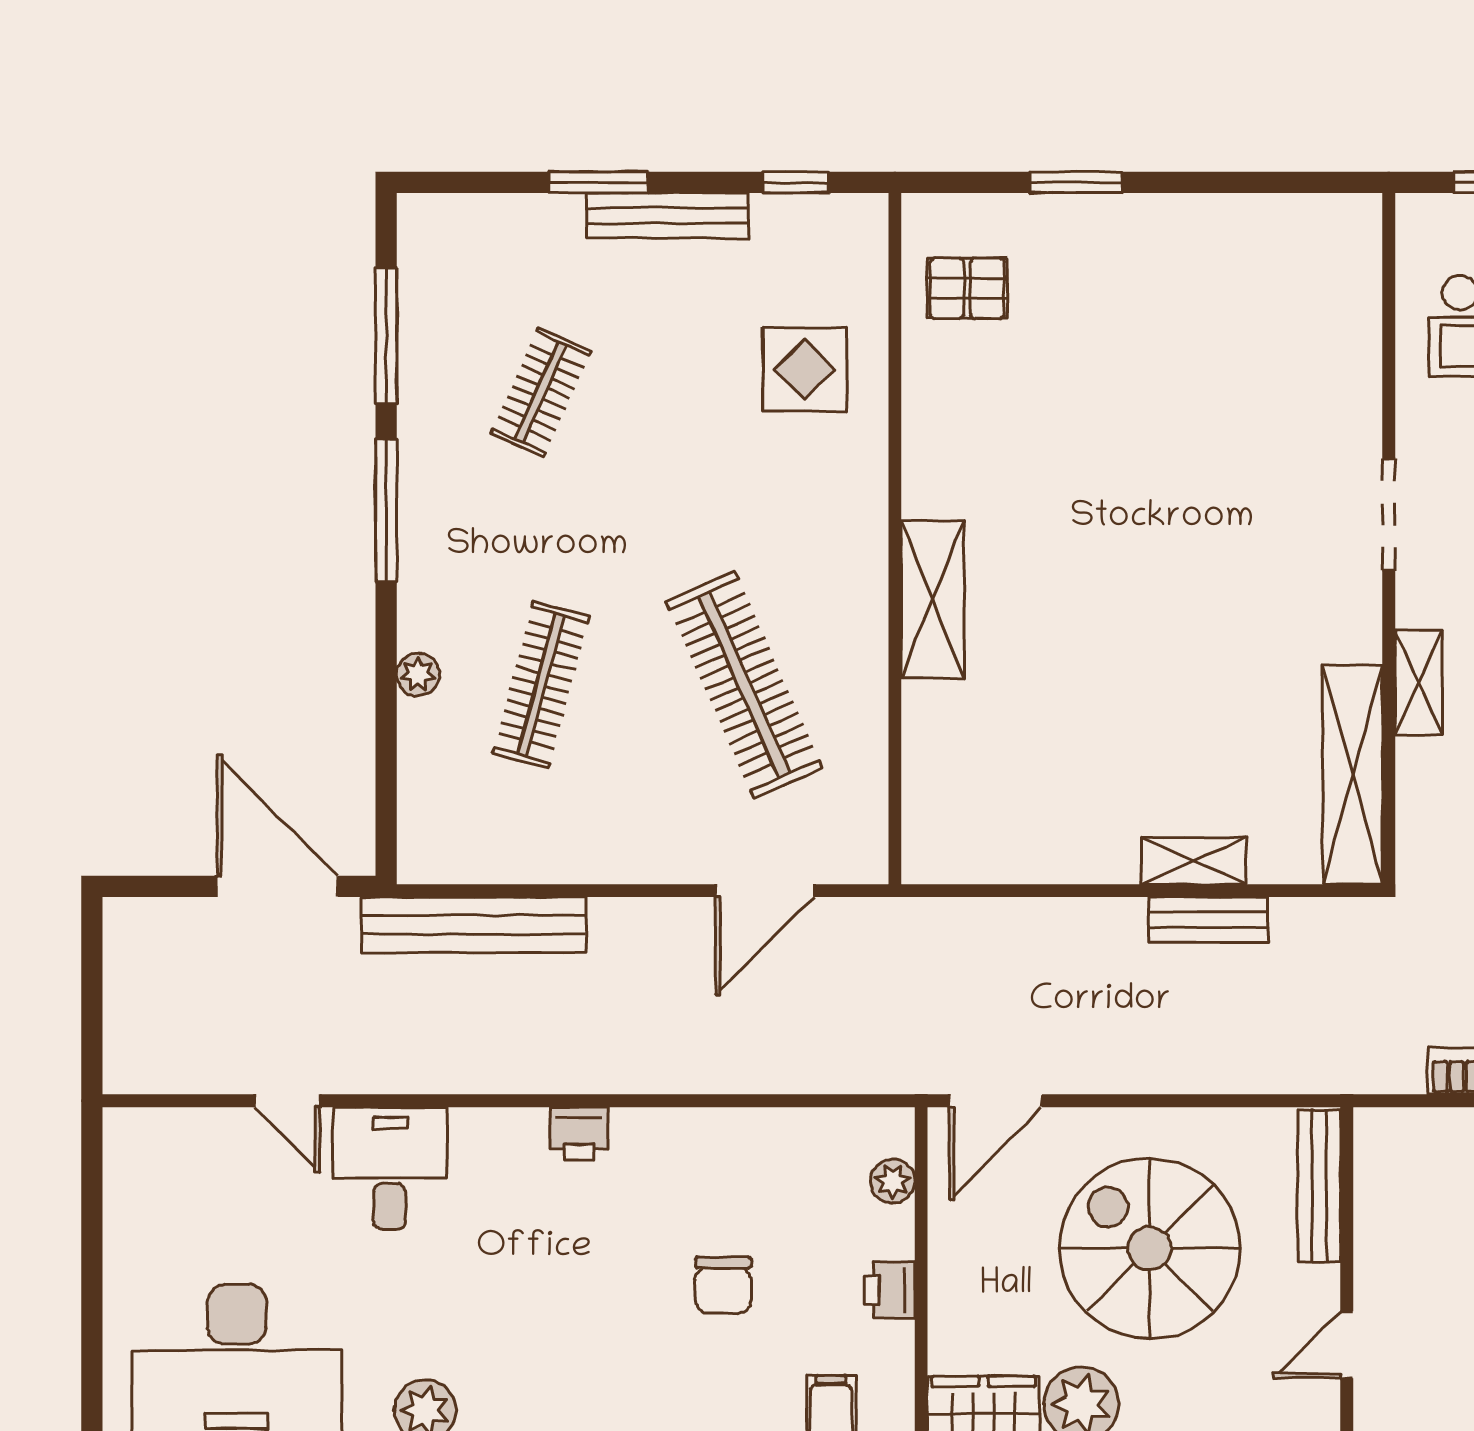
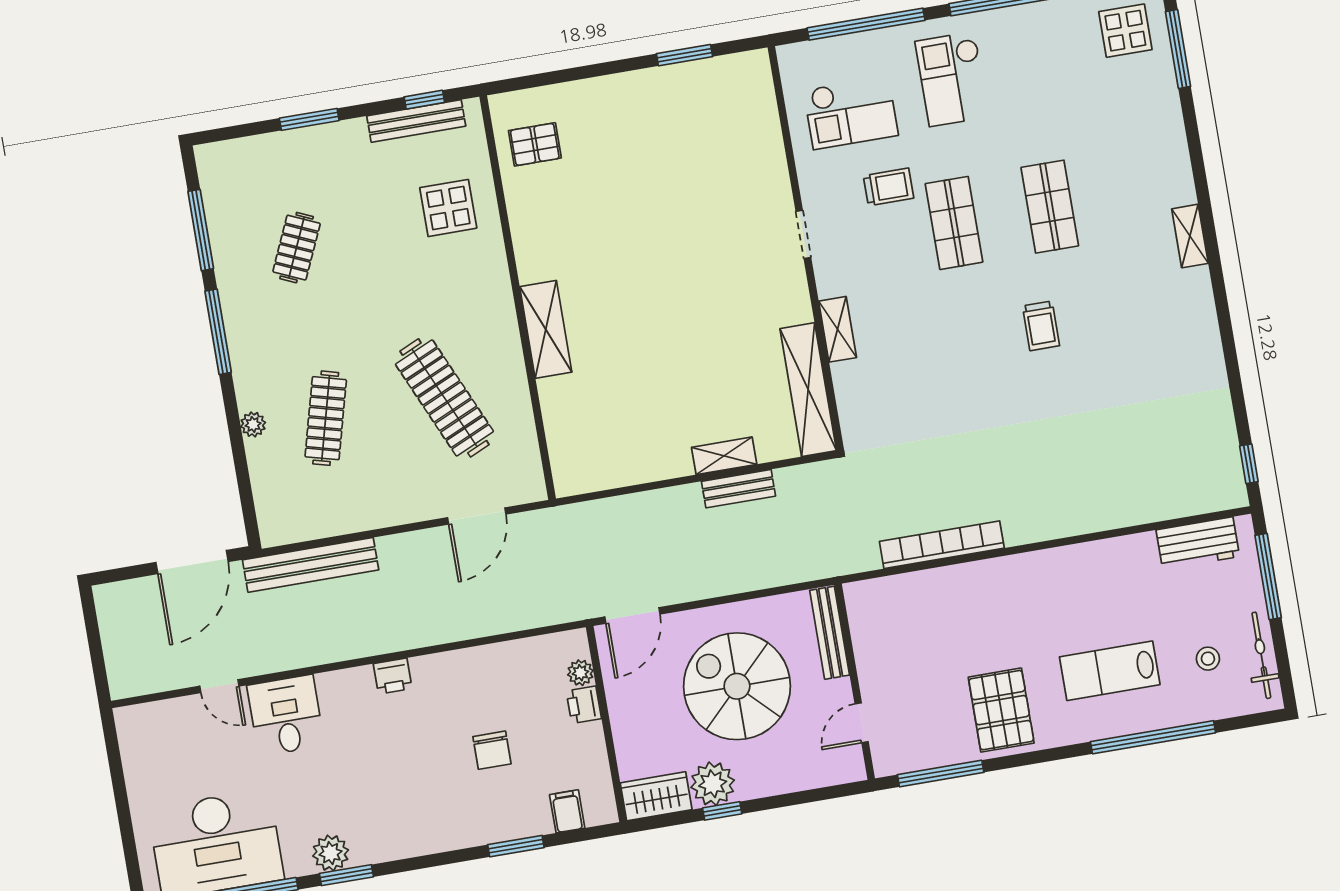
window: (1076, 182) -> (684, 55), moved
bench: (668, 215) -> (416, 121), moved
doorway: (1389, 515) -> (803, 234), width x0.73
door: (277, 886) -> (192, 562), swing flipped
printer: (889, 1290) -> (584, 705), moved

